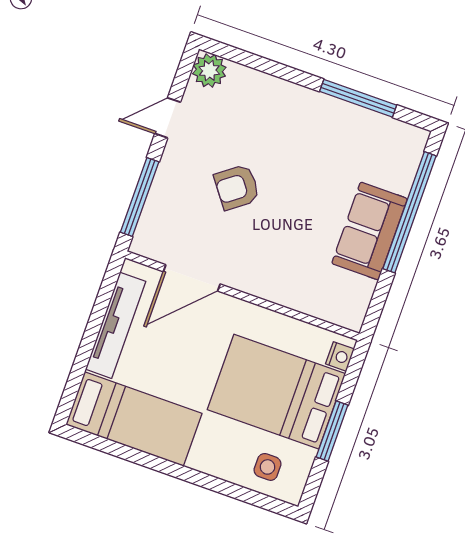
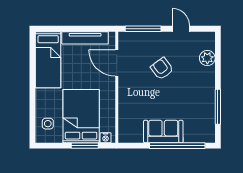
plant: (209, 71) -> (207, 58), moved
window: (332, 431) -> (85, 146), moved

